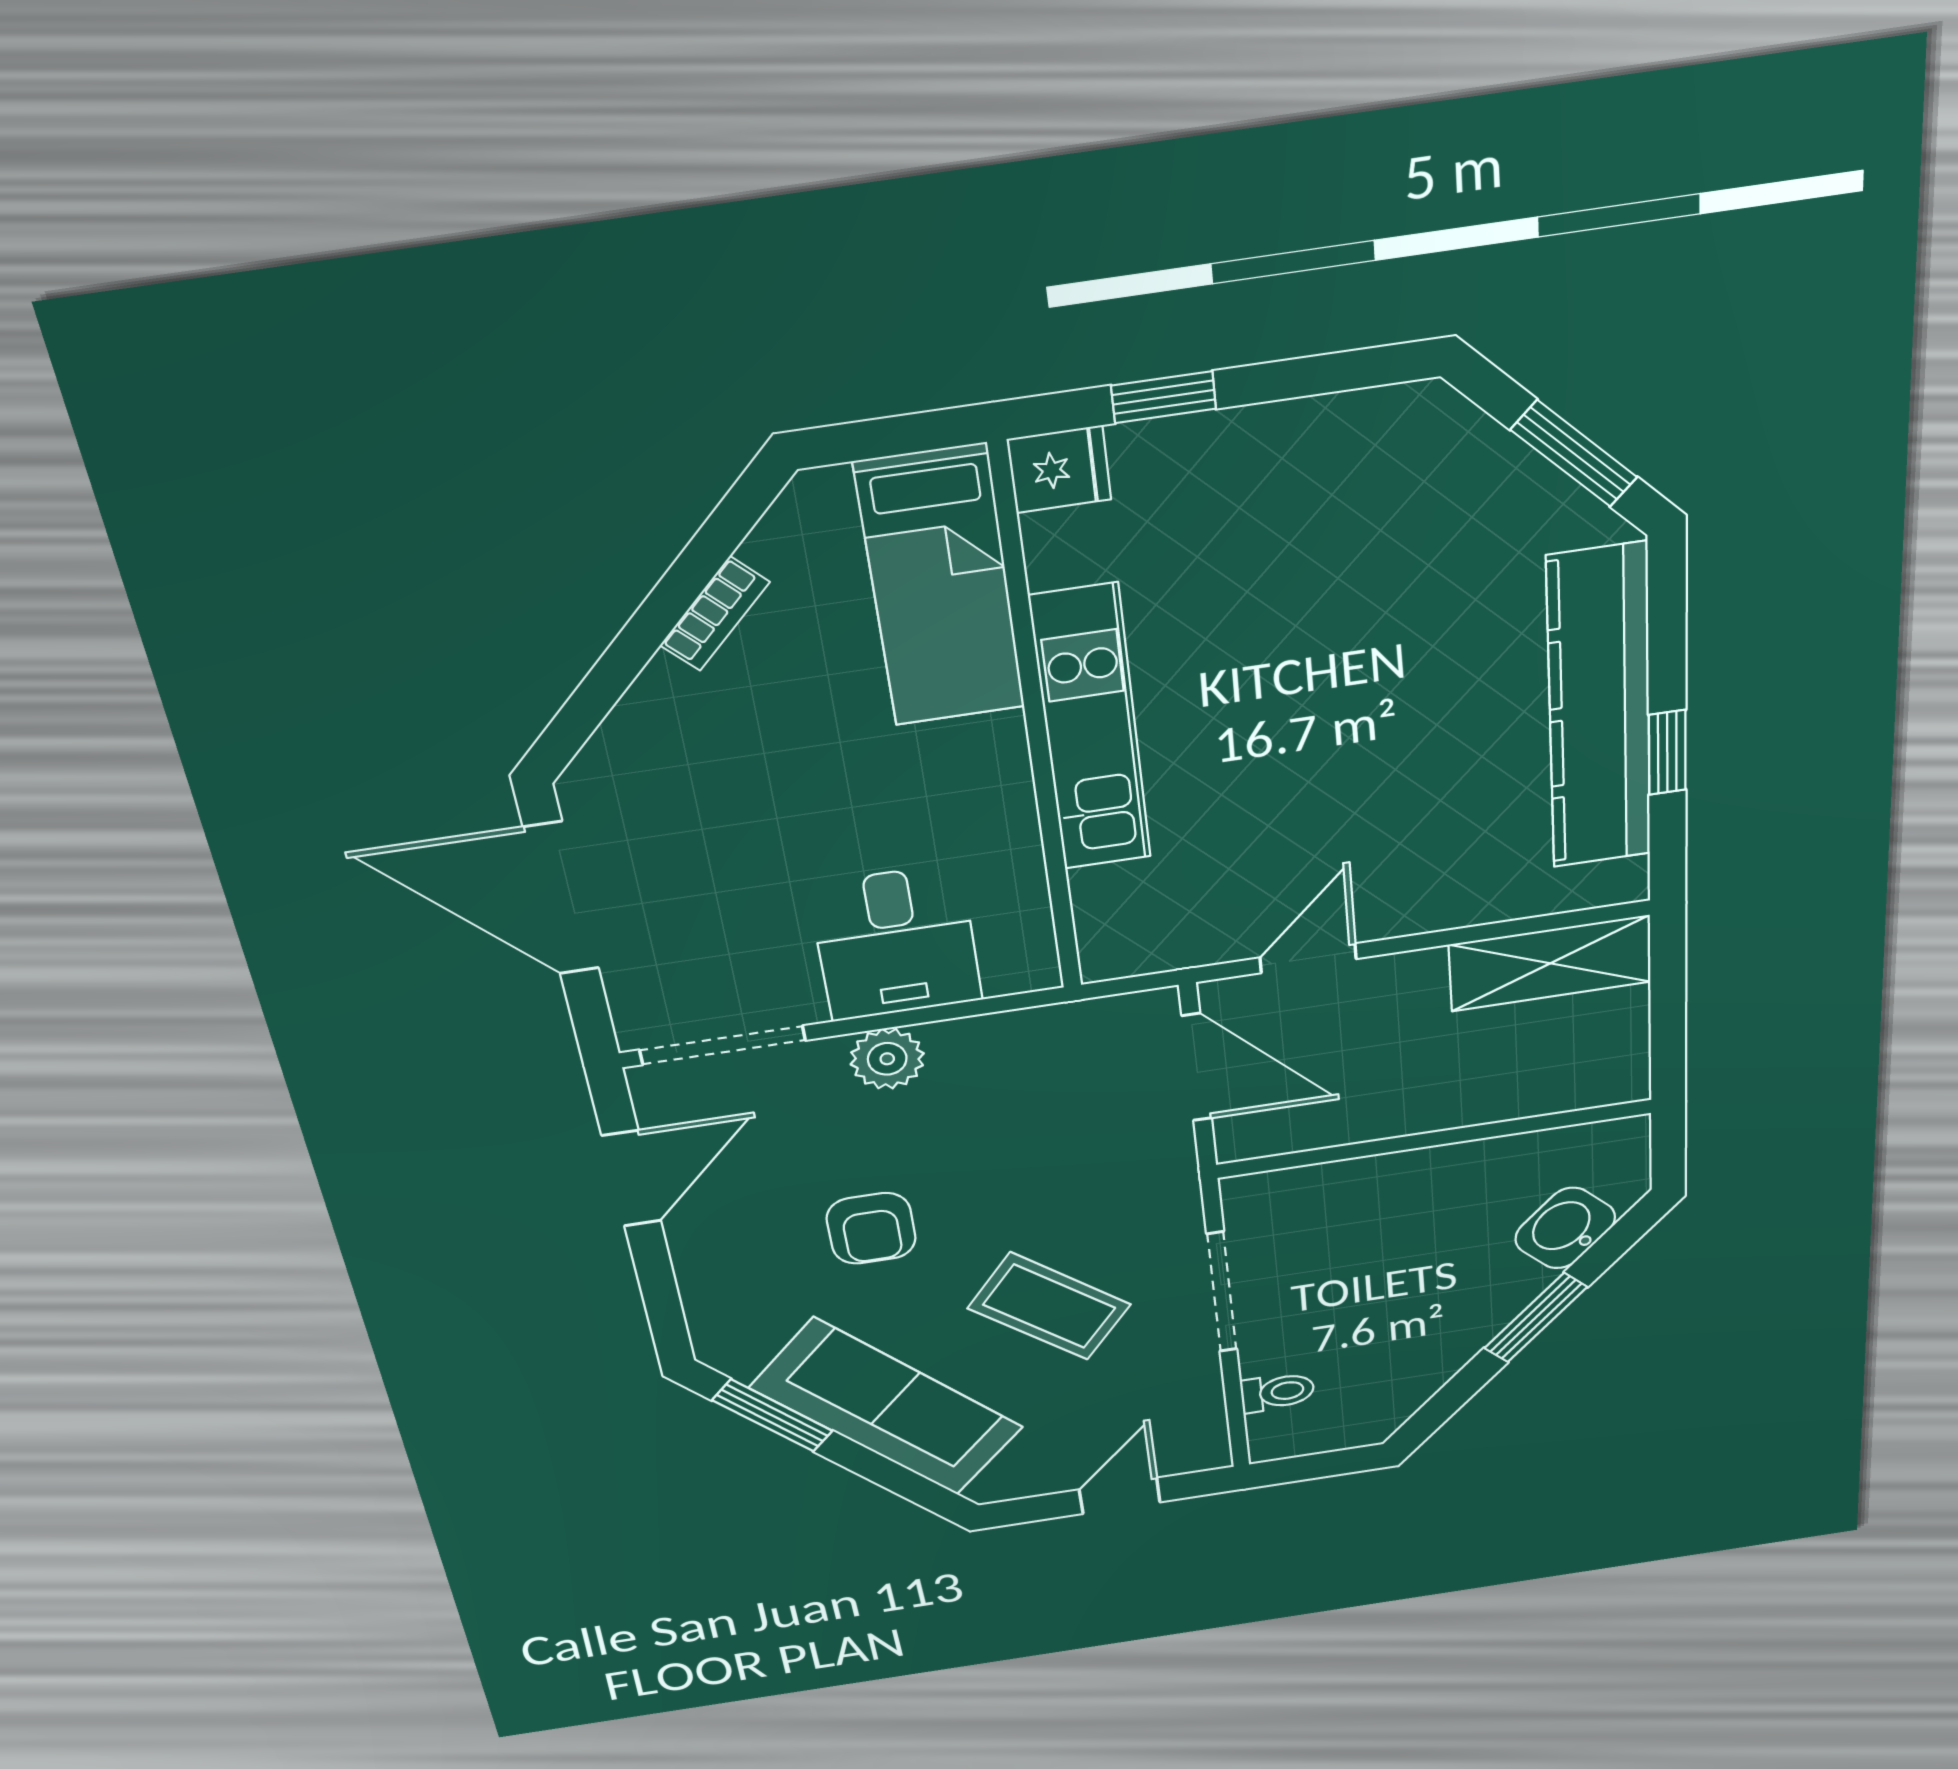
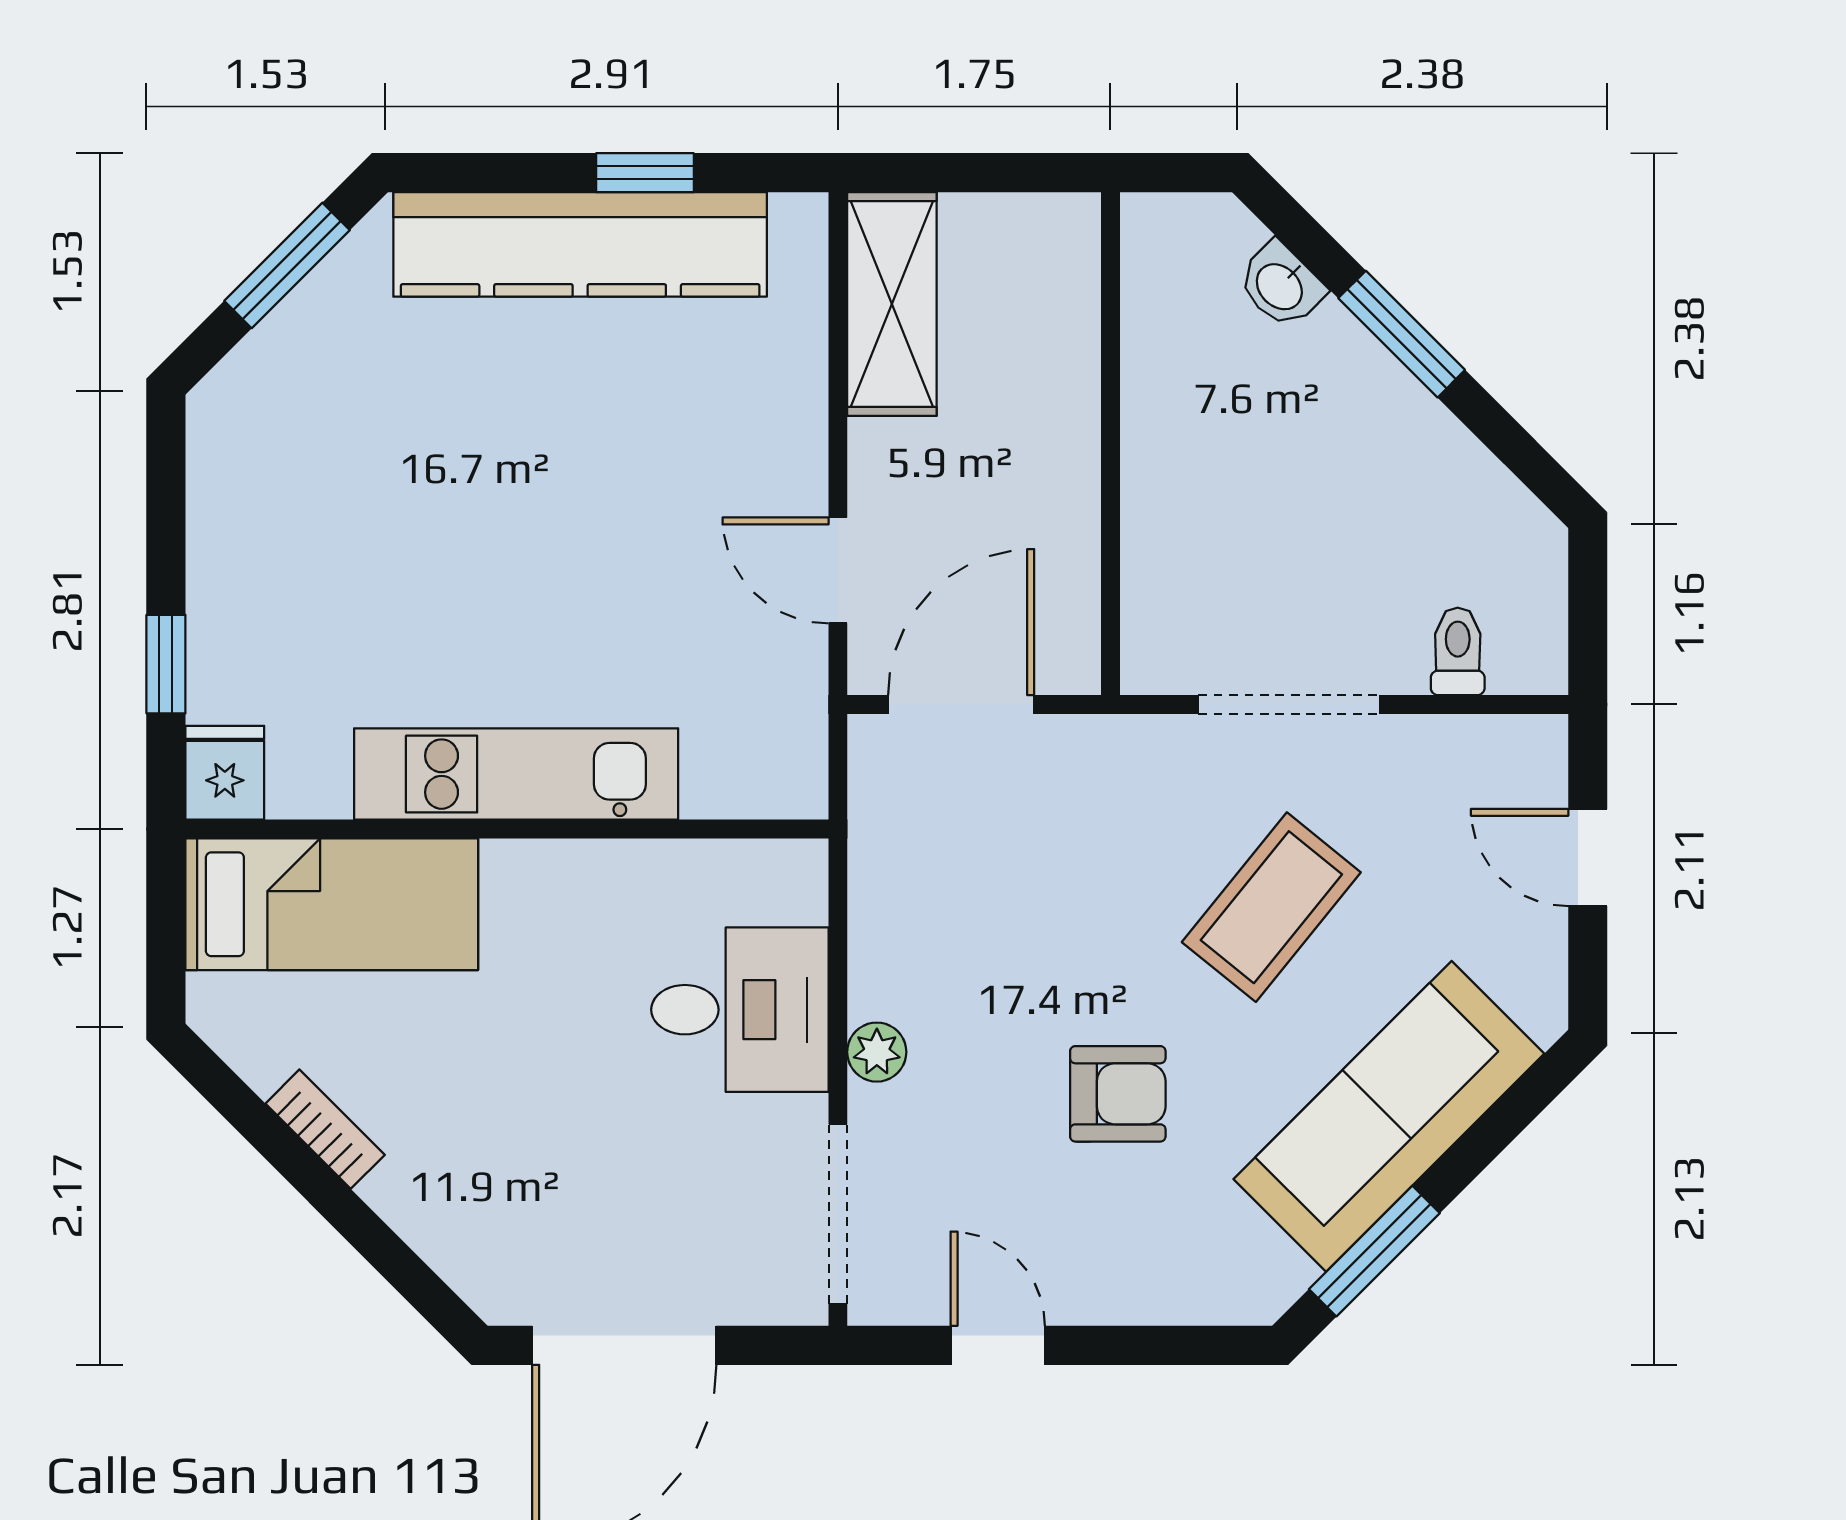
plant: (887, 1059) -> (877, 1052), width x0.73, depth x0.73
door: (631, 1178) -> (998, 1345), width x0.73
washbasin: (1565, 1228) -> (1281, 285), width x0.72, depth x0.69

